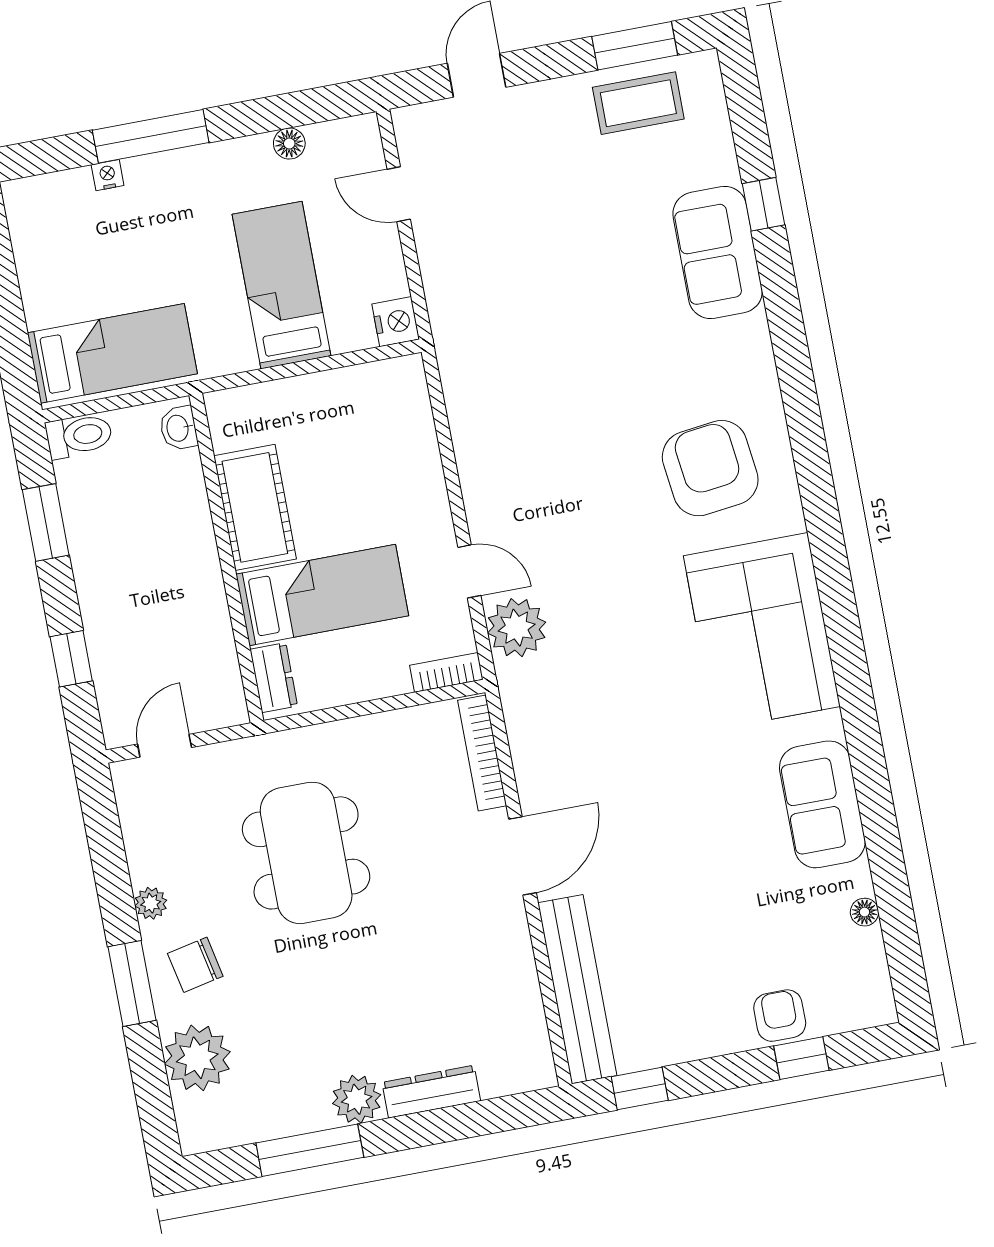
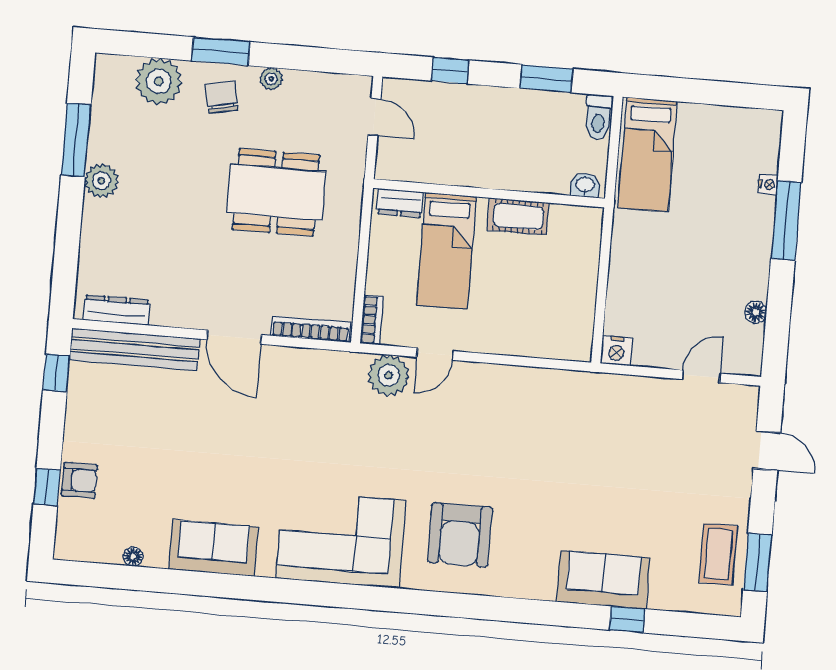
bed: (281, 285) -> (662, 281), removed
armchair: (710, 468) -> (460, 535), turned 97
cot: (255, 507) -> (518, 216), width x0.73, depth x0.75
dresser: (431, 1092) -> (116, 310), moved, turned -90

